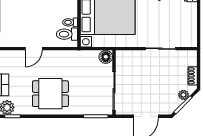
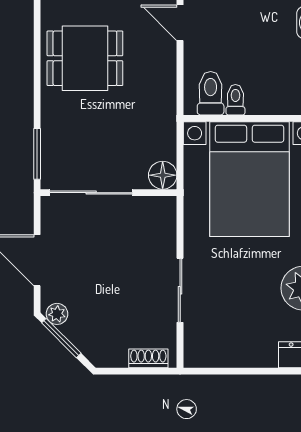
shoe rack: (193, 76) -> (148, 358), moved
dining table: (50, 94) -> (85, 58), turned 90
plant: (183, 95) -> (57, 314), moved

